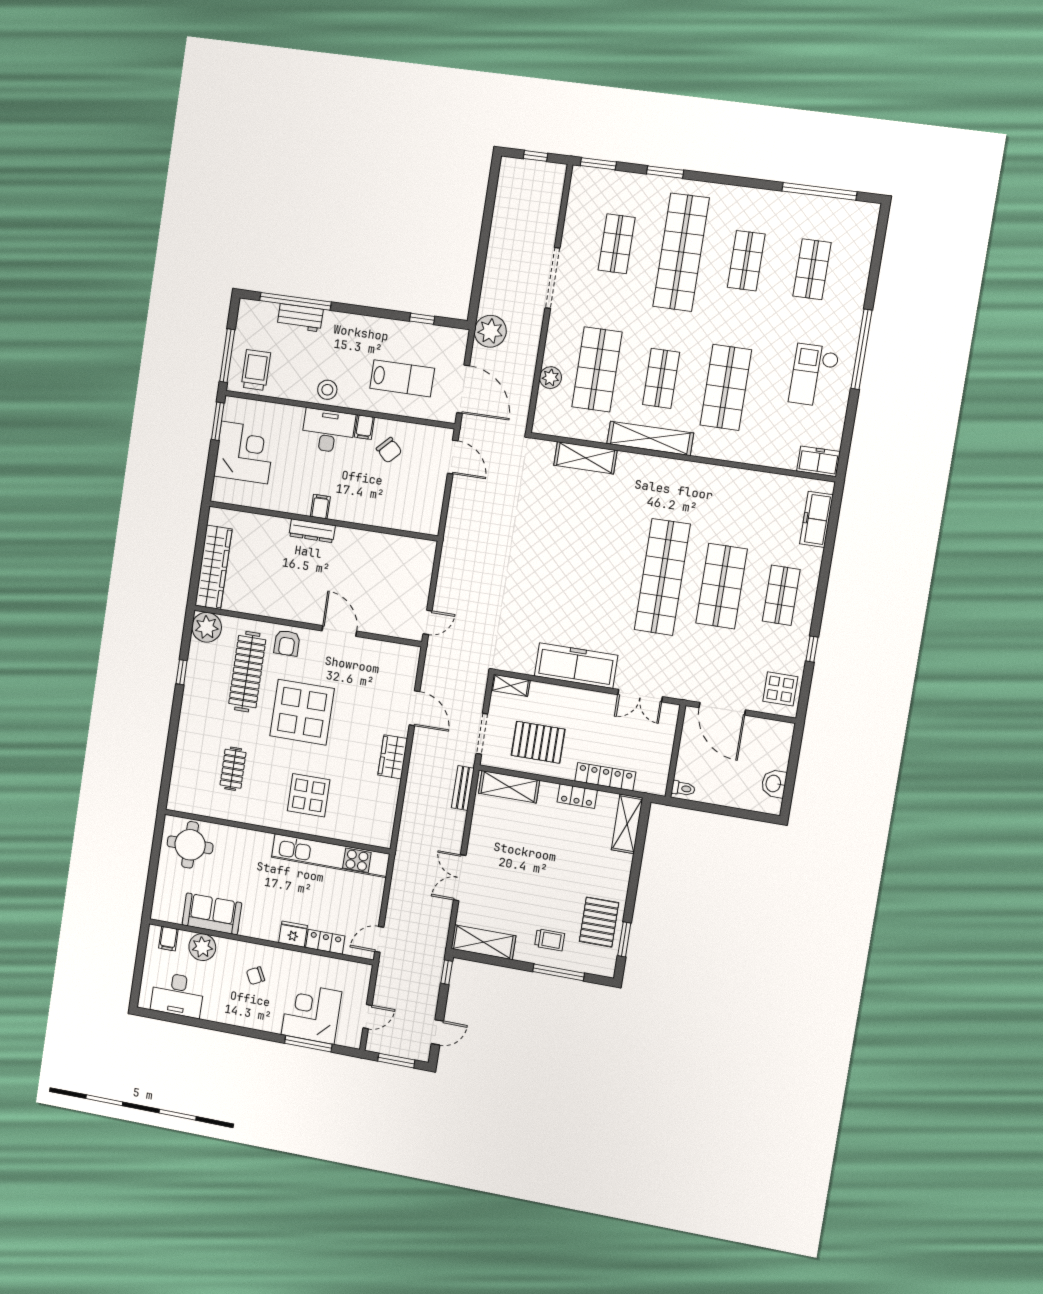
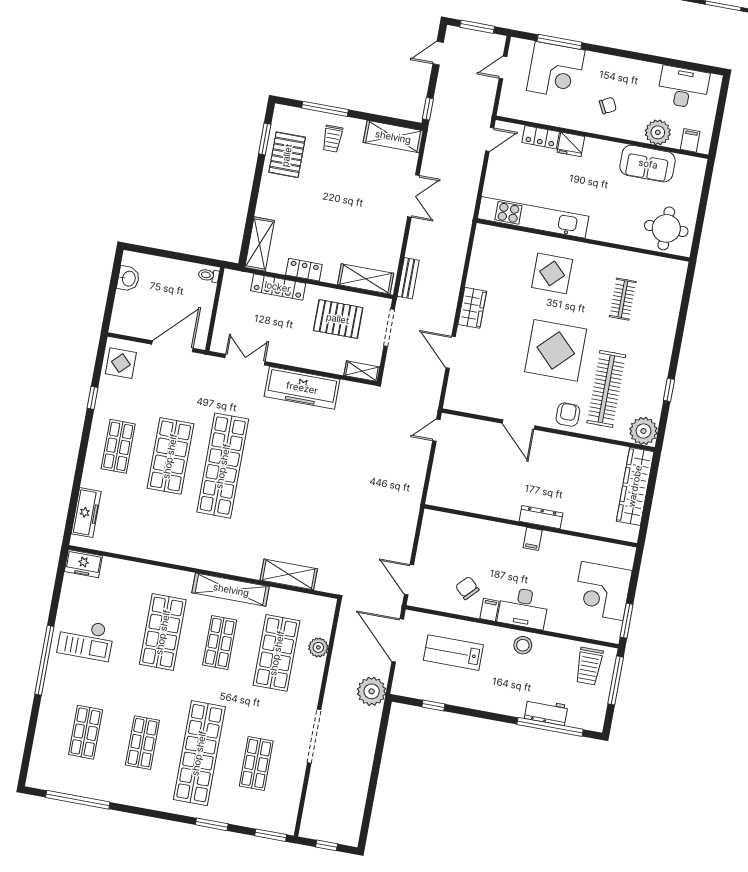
checkout: (814, 375) -> (86, 639), turned 90
door: (722, 709) -> (172, 346), hinge flipped
trolley: (550, 940) -> (332, 139), turned -90

